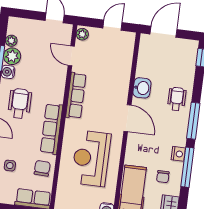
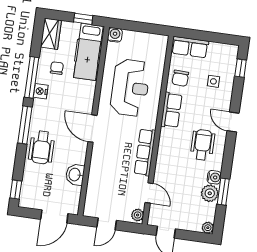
plant: (11, 41) -> (208, 228), moved
washbasin: (142, 88) -> (75, 175), moved
wheelchair: (177, 99) -> (42, 147), width x1.36, depth x1.37
wheelchair: (20, 103) -> (203, 145), turned 180
row of seats: (52, 129) -> (171, 110), width x0.68

